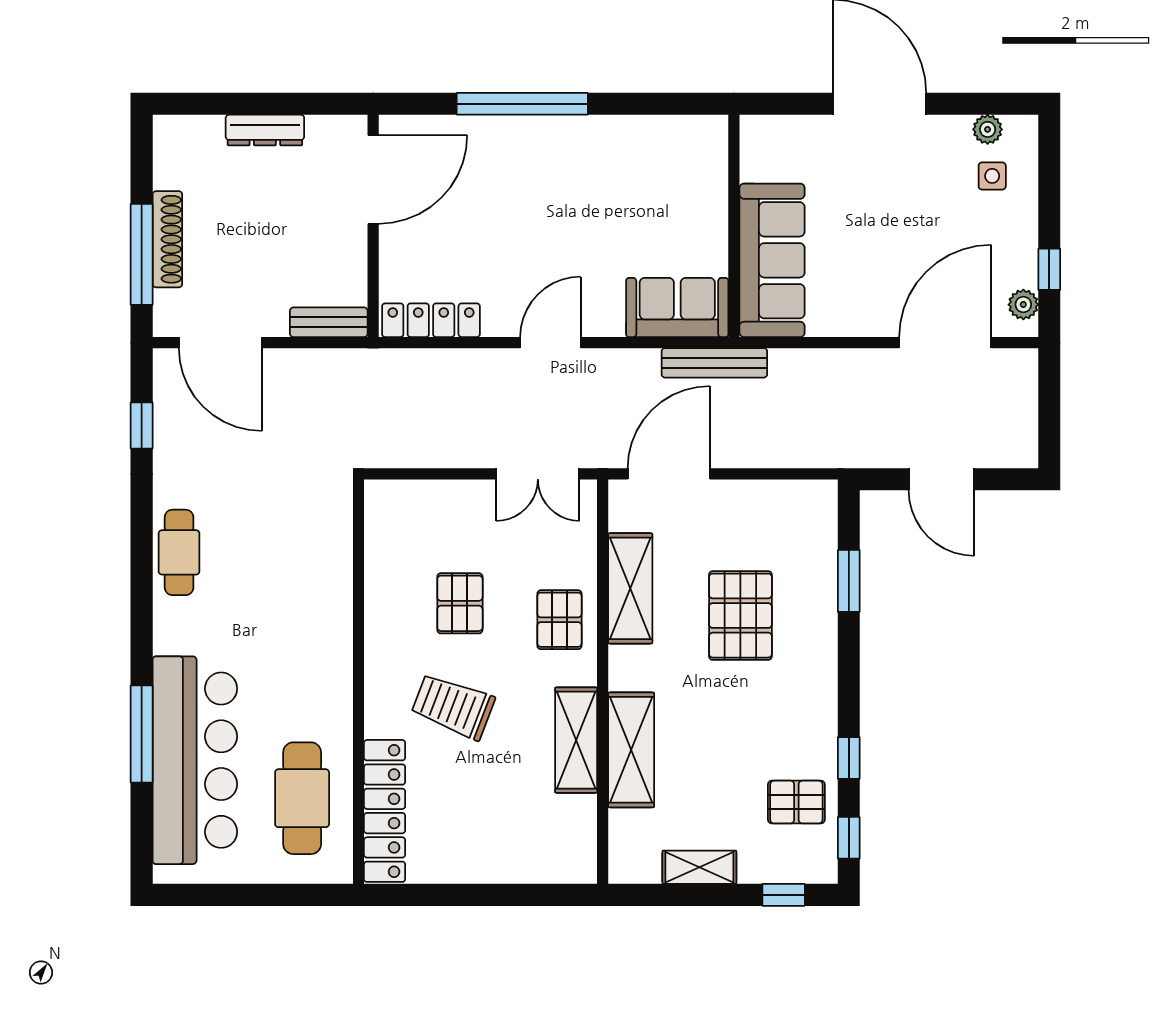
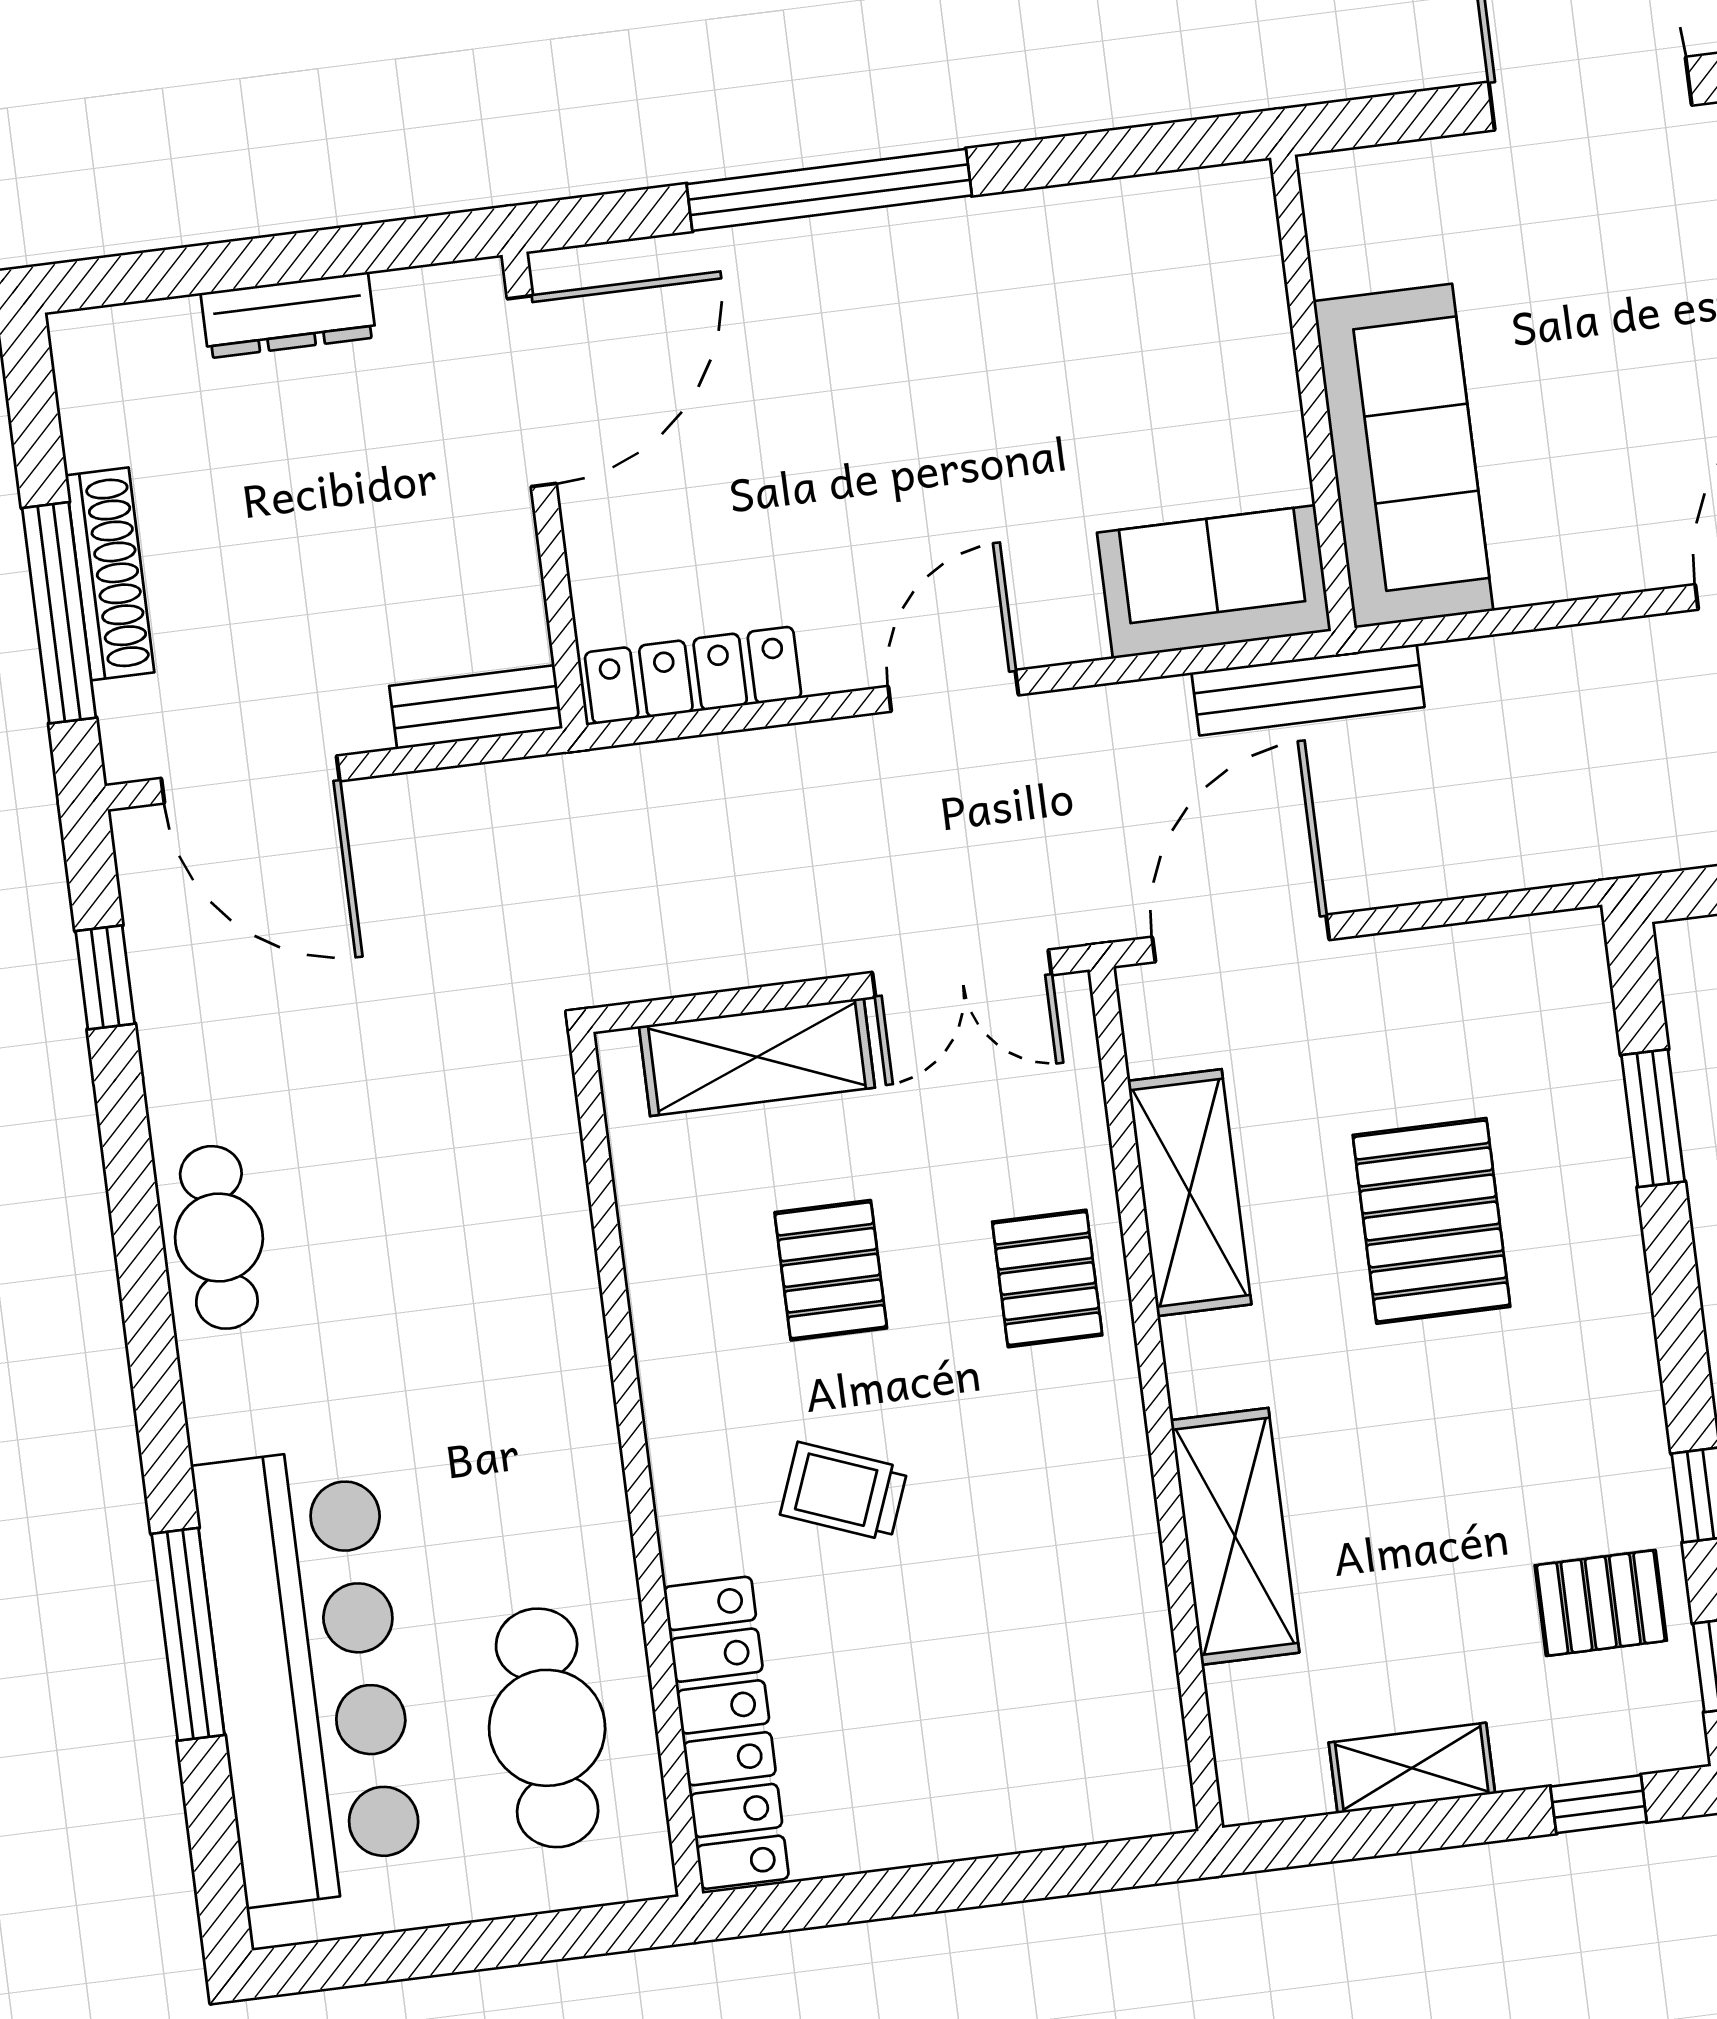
trolley: (453, 706) -> (844, 1492), width x0.73, depth x0.72
shelving: (576, 740) -> (757, 1057), moved, turned 90

